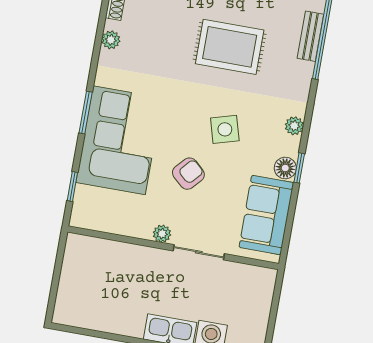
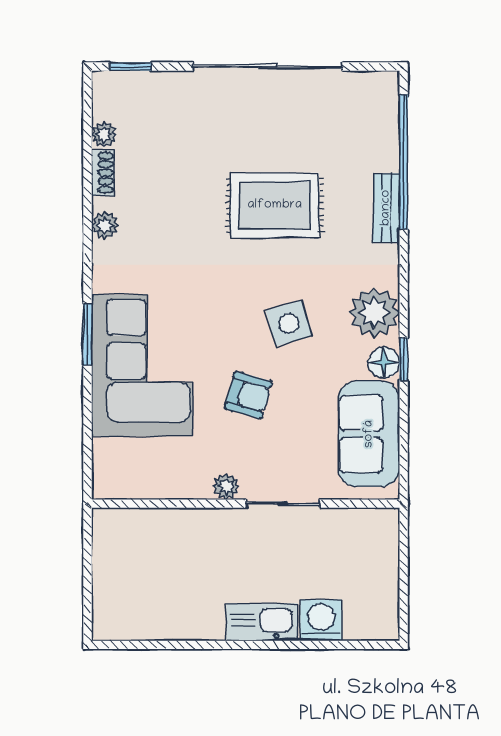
bench: (310, 36) -> (386, 208), moved
plant: (294, 126) -> (374, 313), width x1.88, depth x1.88
armchair: (188, 174) -> (248, 395), turned 64
window: (72, 186) -> (87, 442), removed

